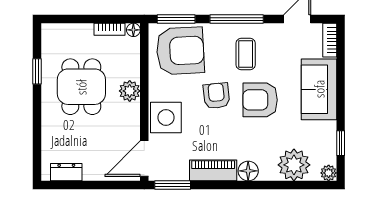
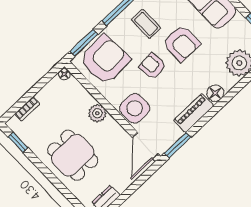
bookcase: (110, 29) -> (27, 109), moved
window: (37, 71) -> (18, 142), moved
dining table: (81, 87) -> (73, 155), moved
armchair: (260, 100) -> (181, 43), turned -90

